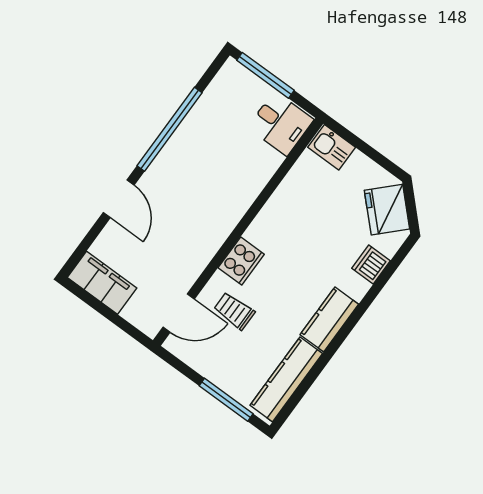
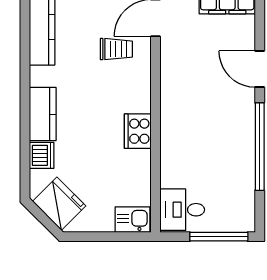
cooker: (241, 261) -> (138, 131), moved
kitchen counter: (329, 319) -> (43, 114), moved

